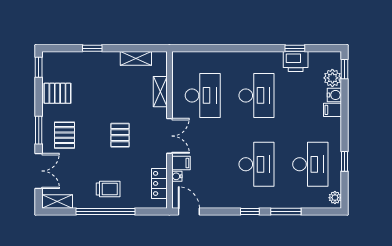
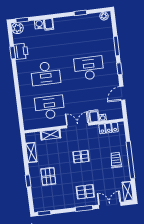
plant: (332, 78) -> (17, 28), moved
pallet: (57, 93) -> (48, 176), moved
desk: (257, 95) -> (45, 73), turned 180
desk: (310, 164) -> (85, 34), removed
door: (189, 211) -> (122, 93), moved

